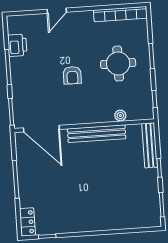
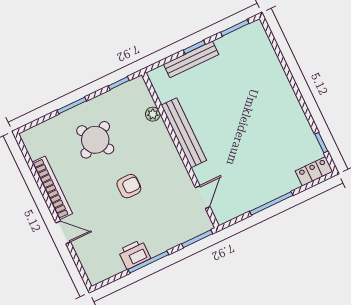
bookcase: (120, 14) -> (52, 188), moved
printer: (17, 45) -> (134, 254), moved
round table: (118, 64) -> (95, 140), turned -30
door: (41, 129) -> (203, 197), width x0.53
bench: (150, 145) -> (191, 59), moved

